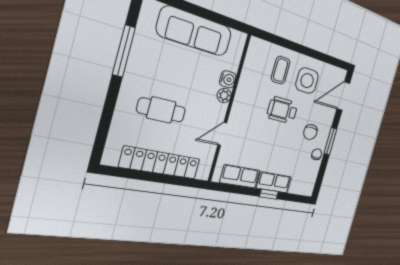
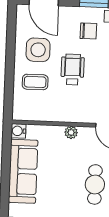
water cooler: (228, 79) -> (18, 131), moved, turned -90
wheelchair: (282, 110) -> (73, 70), turned 180

